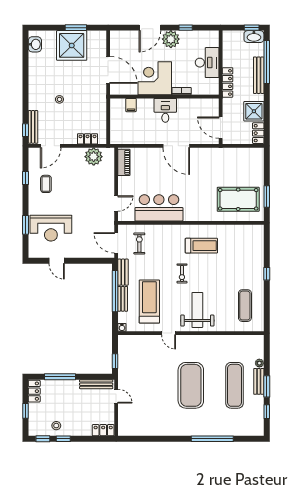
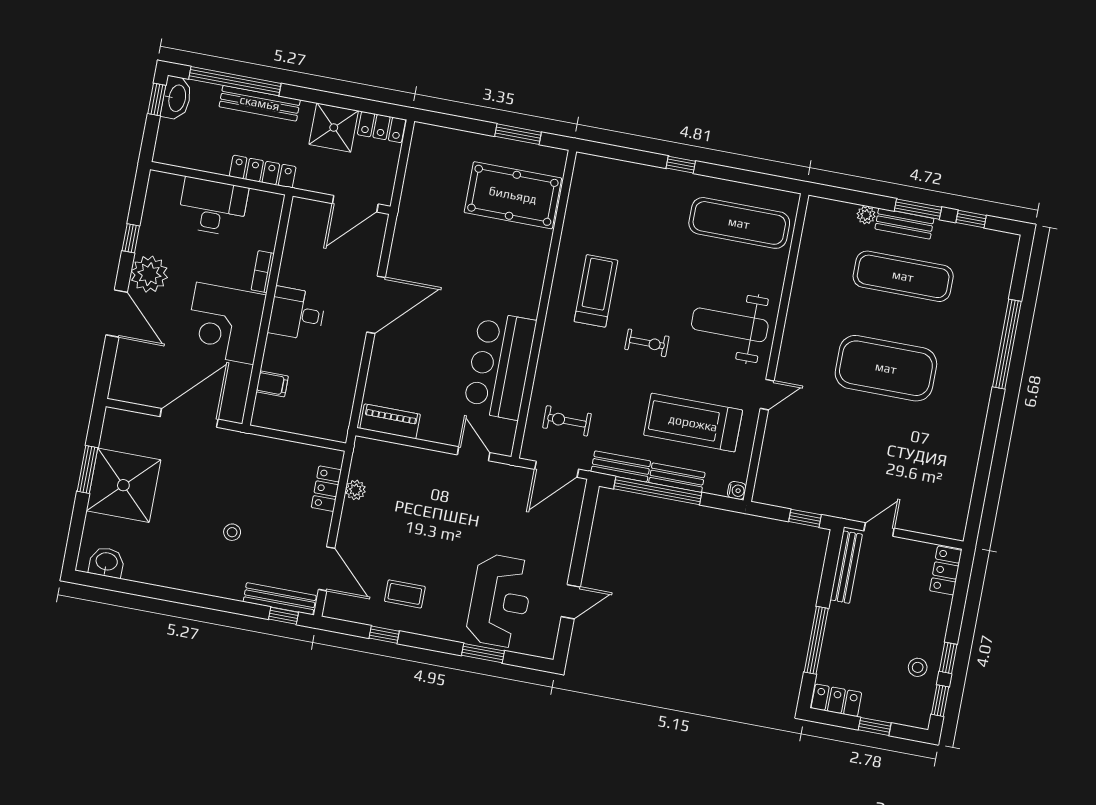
plant: (94, 157) -> (355, 490), width x0.53, depth x0.53
pool table: (238, 199) -> (513, 195), turned 90
exercise mat: (245, 306) -> (739, 223), width x1.36, depth x1.45

